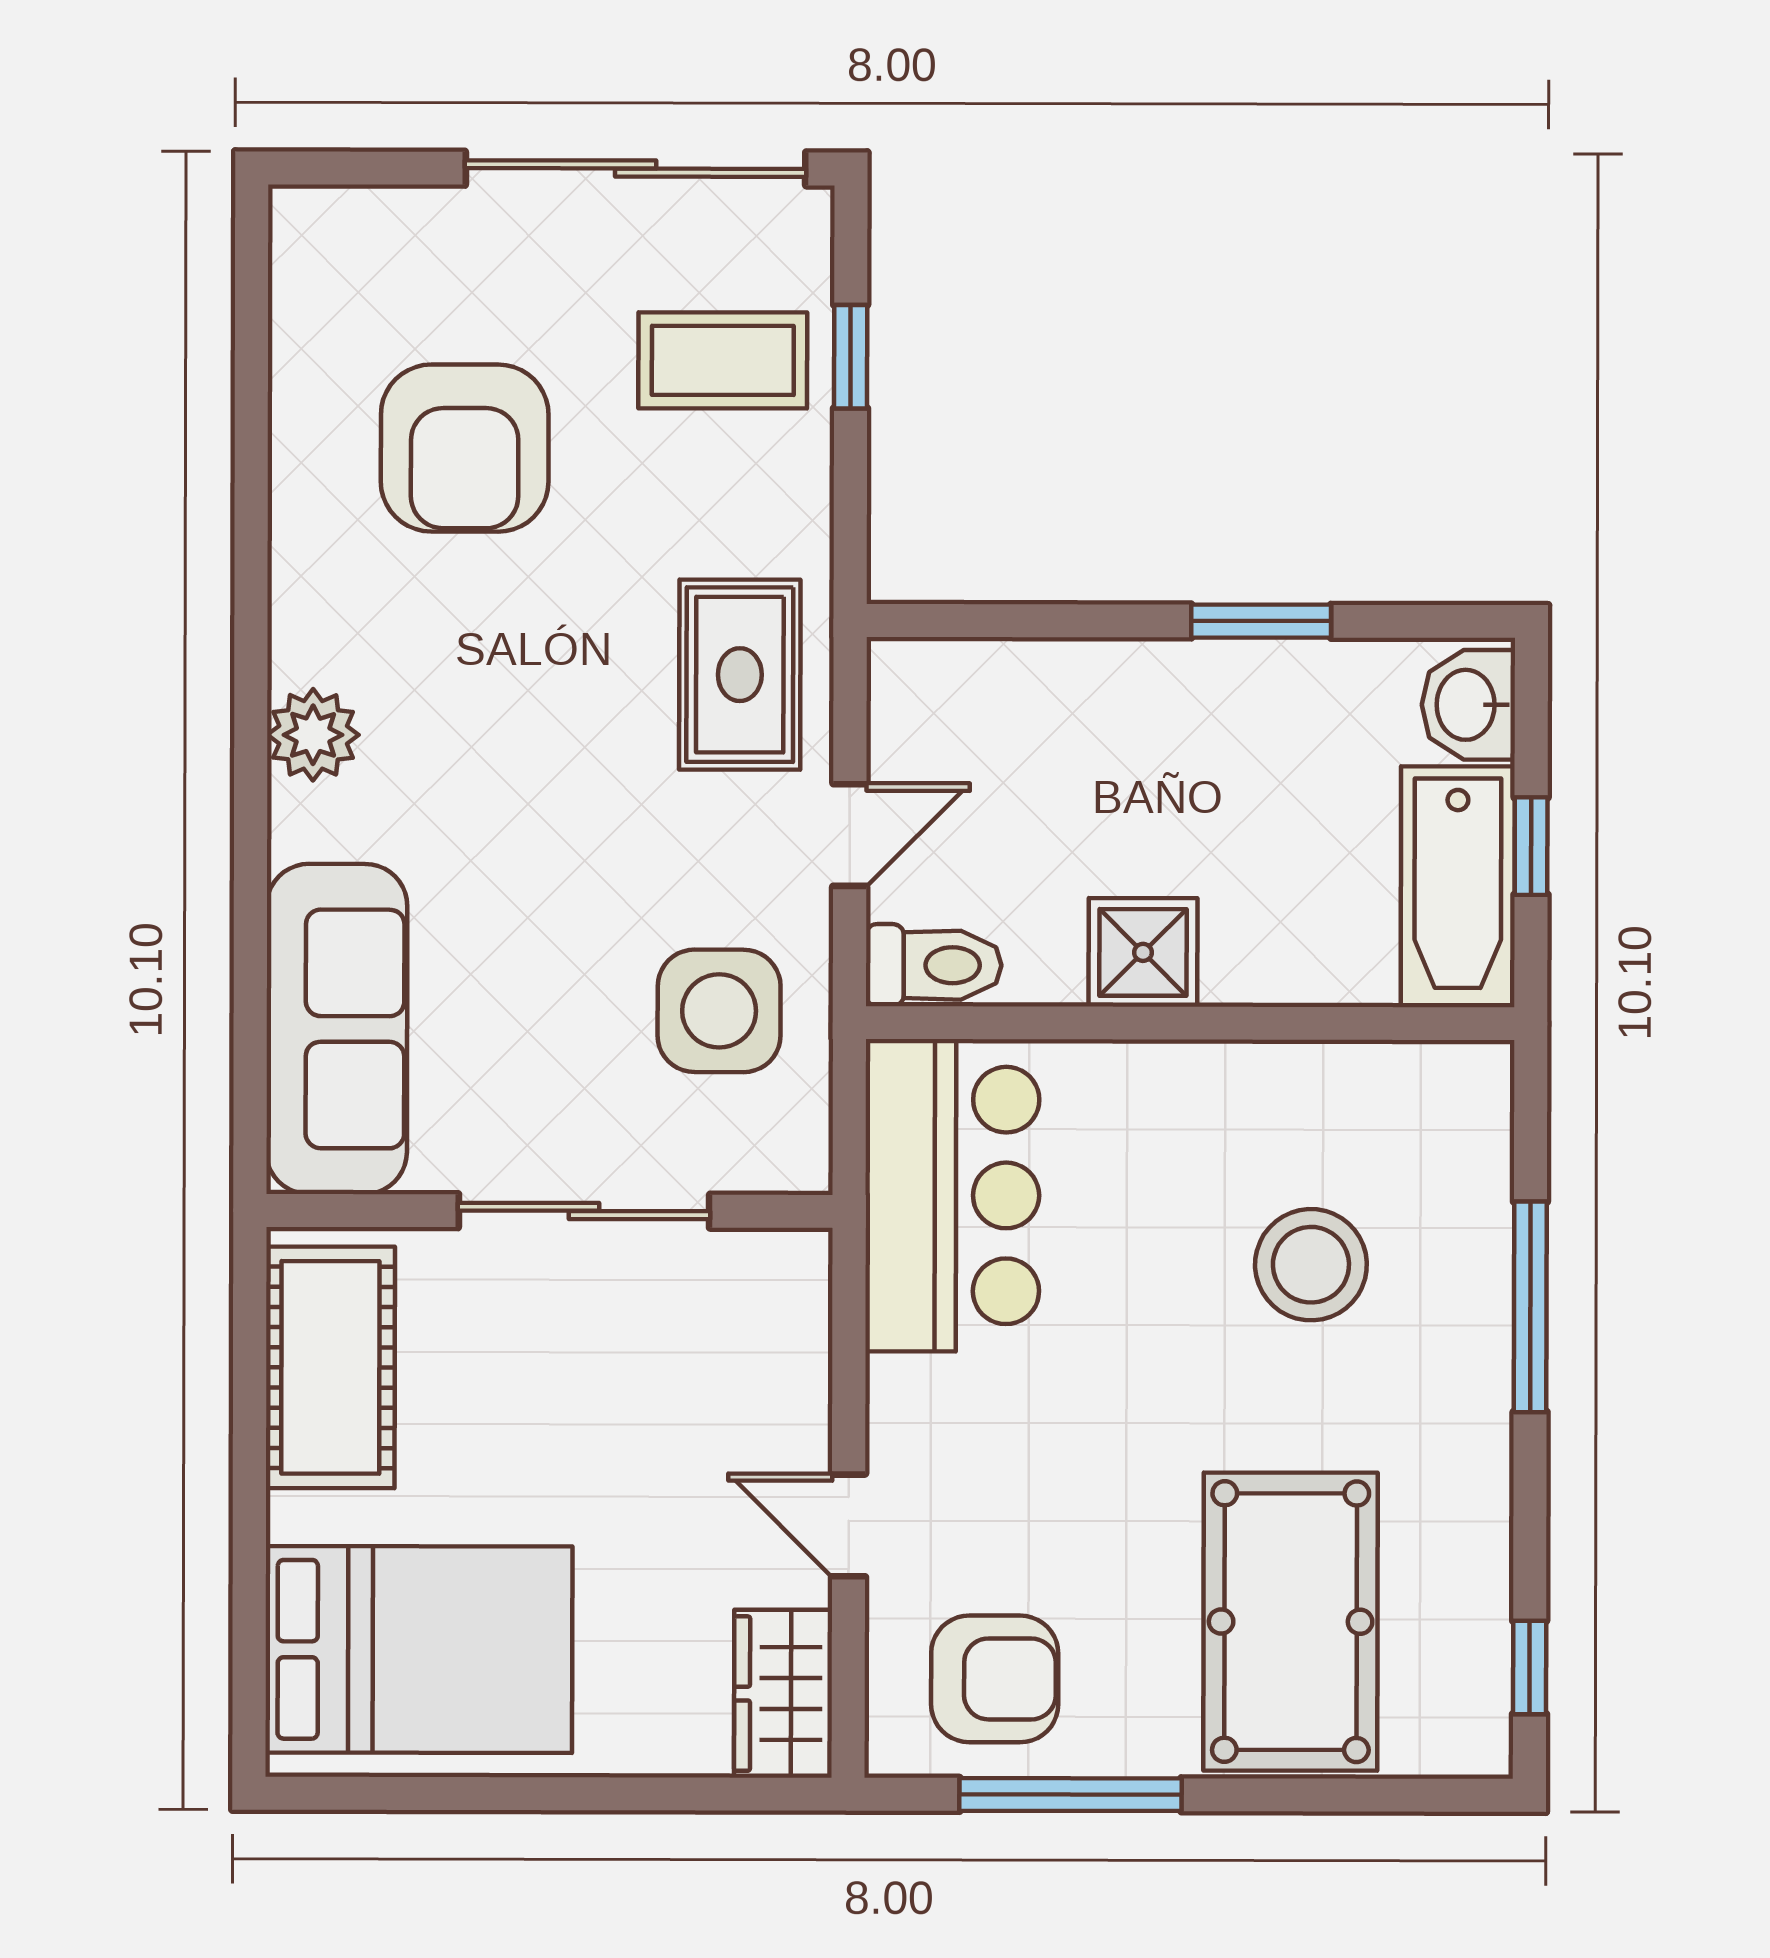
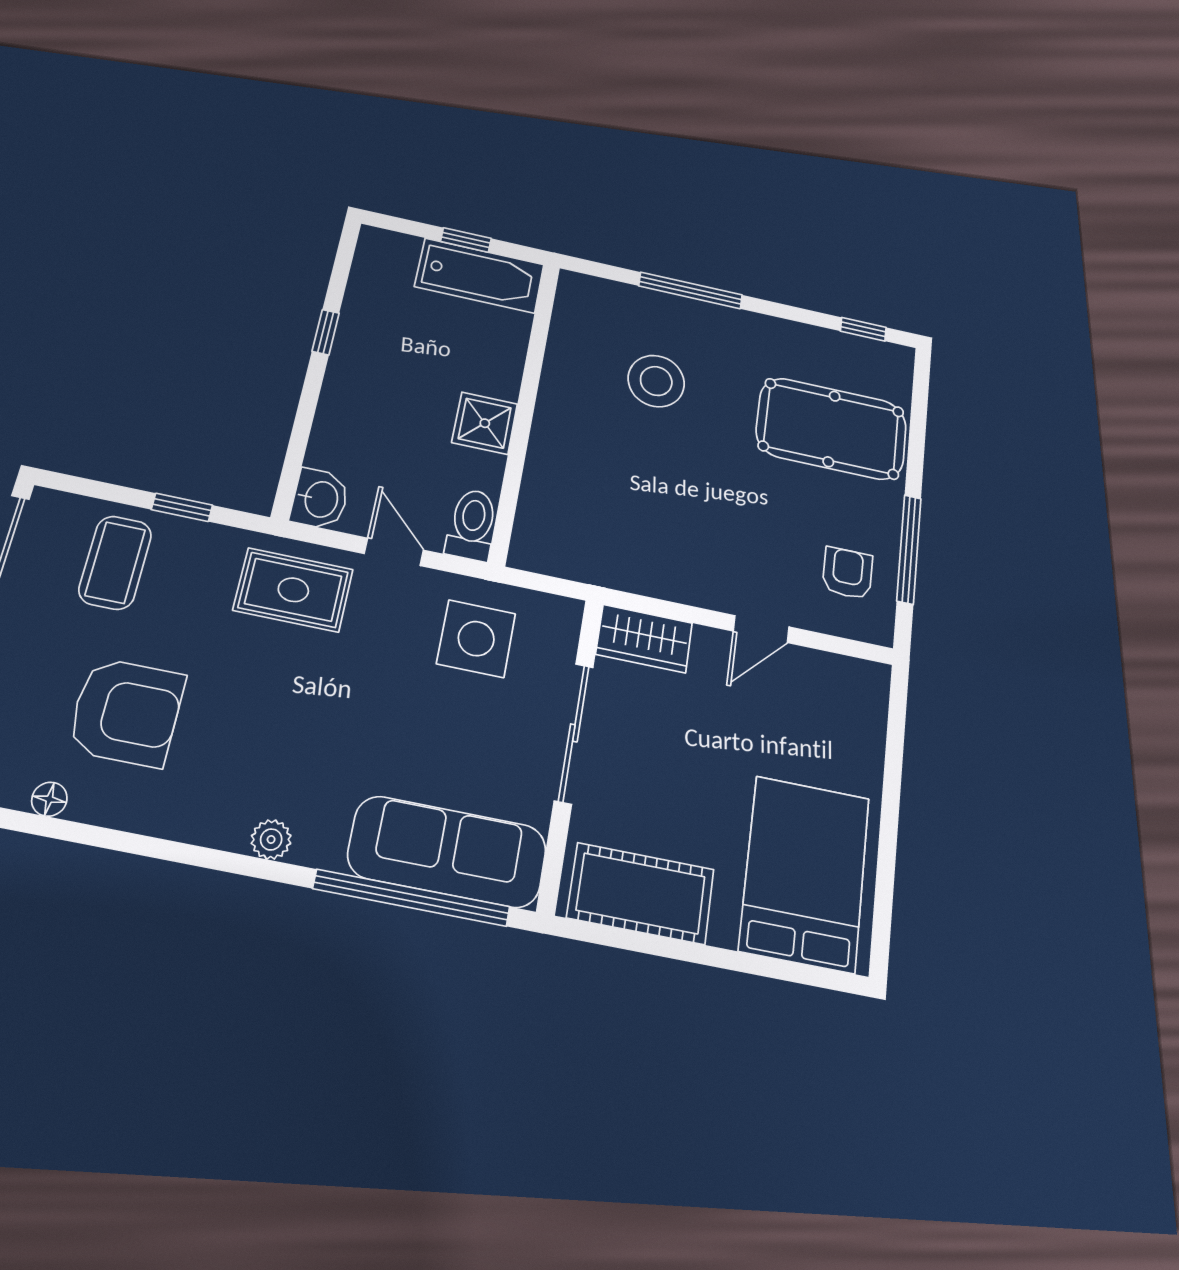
window: (851, 357) -> (182, 507), moved
floor lamp: (296, 364) -> (49, 799), added
window: (1261, 621) -> (326, 332), width x0.67
washbasin: (1468, 705) -> (320, 499), moved, turned -90
plant: (313, 735) -> (271, 840), width x0.73, depth x0.73
window: (250, 984) -> (412, 898), added
bar counter: (952, 1195) -> (595, 541), removed
armchair: (995, 1679) -> (848, 573), width x0.72, depth x0.72
wardrobe: (783, 1694) -> (644, 639), moved

